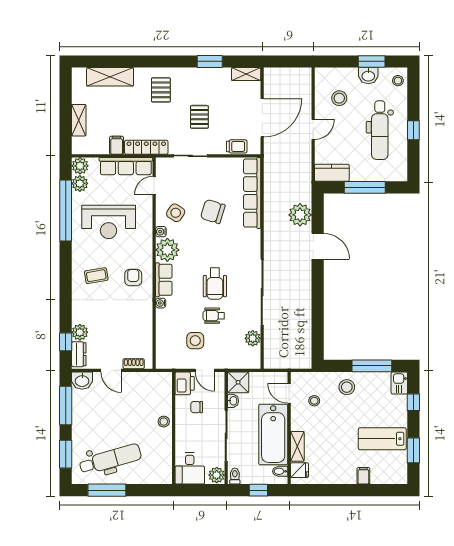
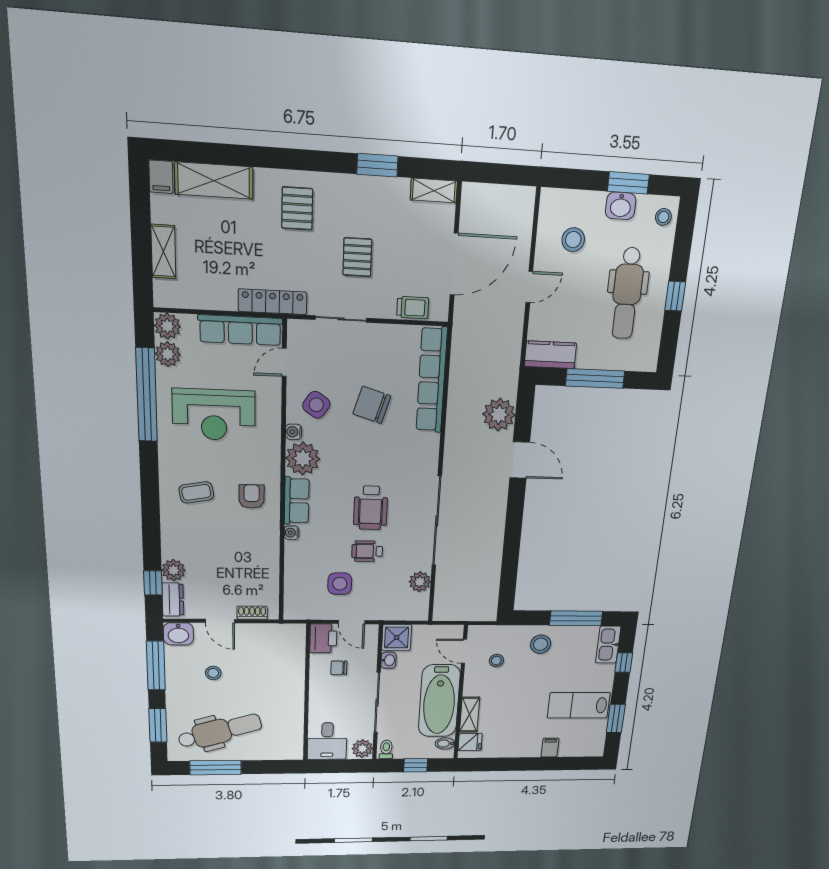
filing cabinet: (117, 145) -> (161, 177), moved, turned 180
kitchen sink: (399, 383) -> (608, 645), width x1.38
stool: (164, 422) -> (213, 673), moved

